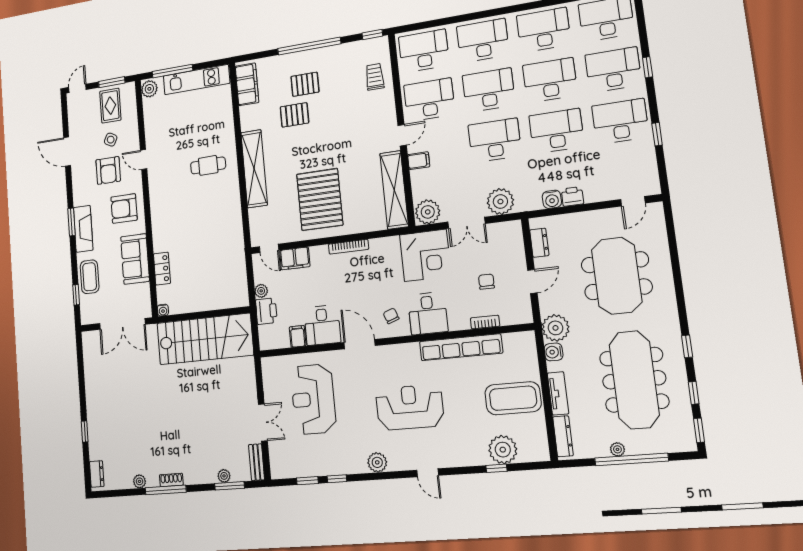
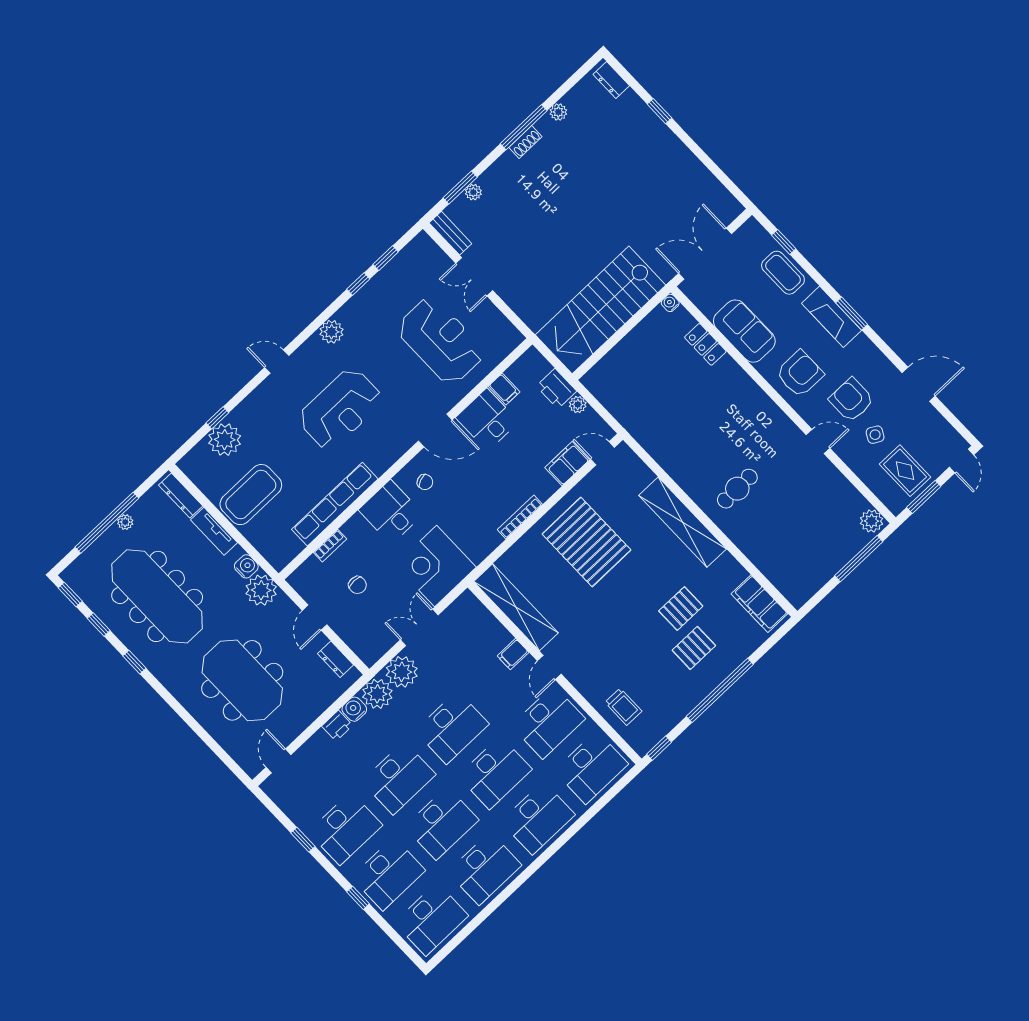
kitchen unit: (196, 80) -> (823, 569), removed
plant: (428, 212) -> (377, 694), moved

